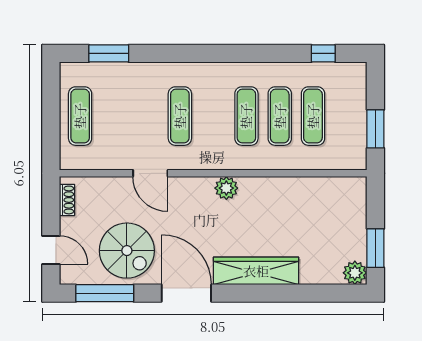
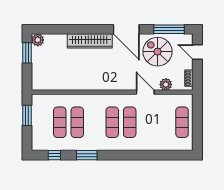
window: (109, 53) -> (87, 155), moved
exercise mat: (246, 116) -> (112, 122), moved
plant: (226, 188) -> (166, 84), moved

